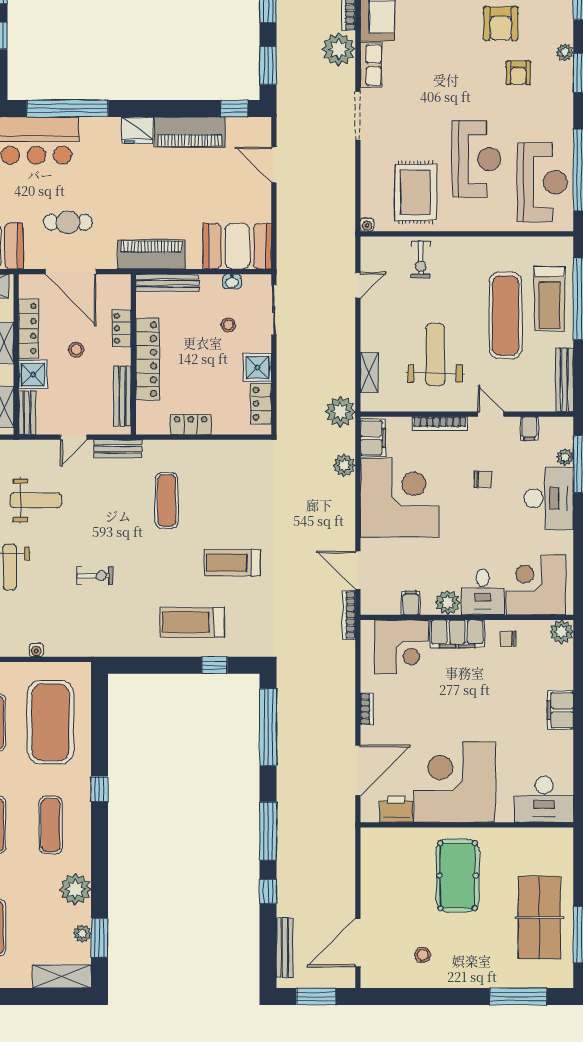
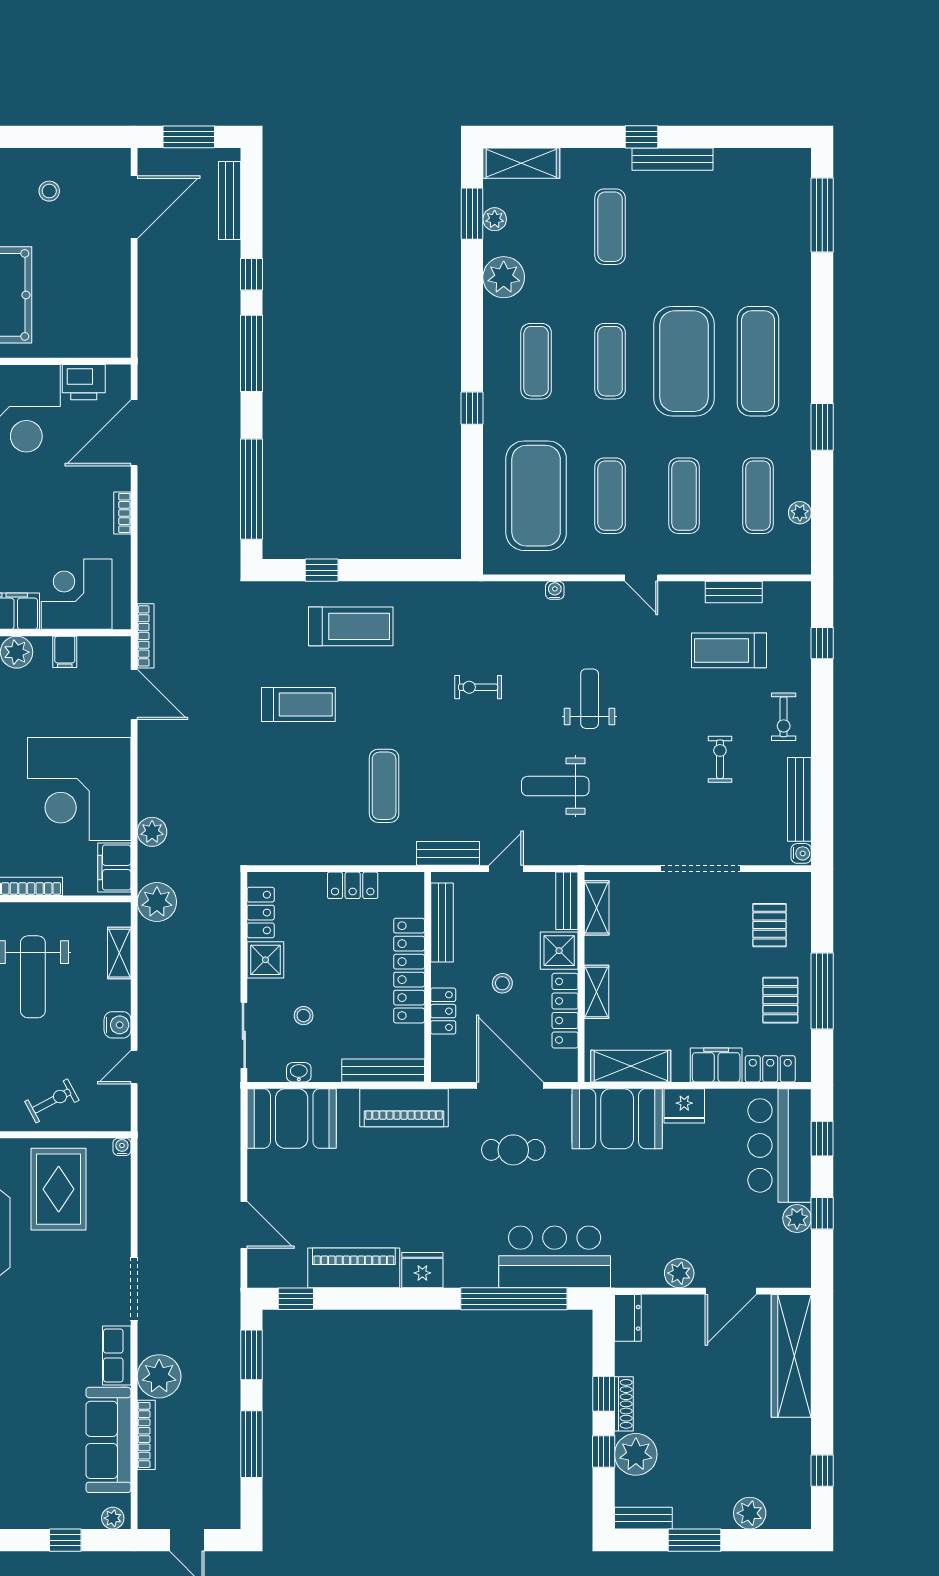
exercise bike: (421, 260) -> (52, 1101), turned 62
water cooler: (370, 318) -> (118, 1025), added

